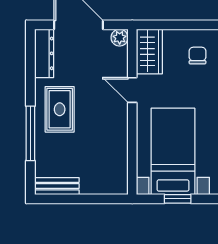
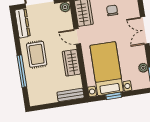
wardrobe: (116, 132) -> (71, 63), added
bench: (57, 186) -> (71, 95), moved

